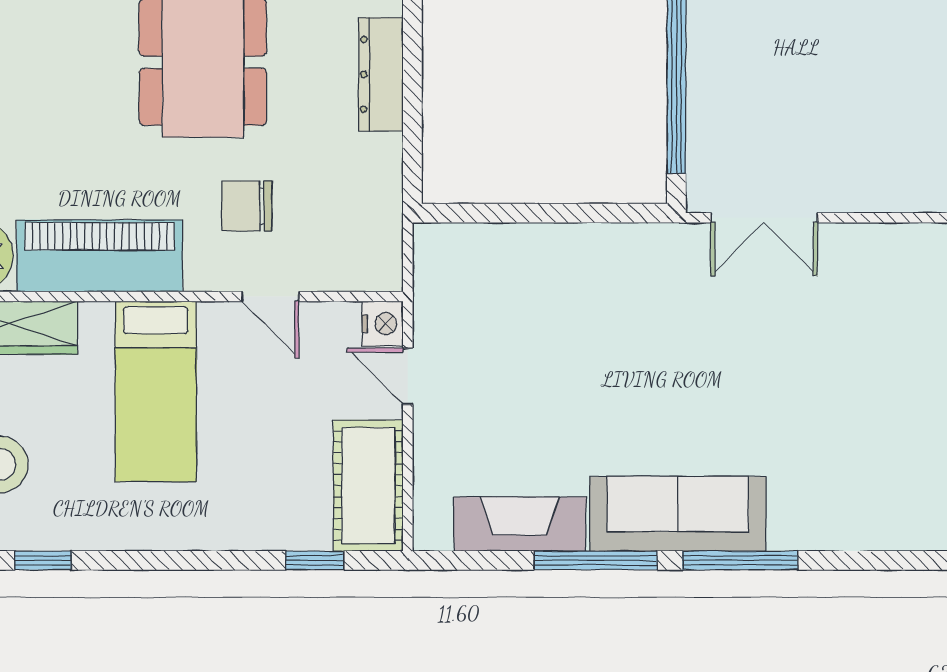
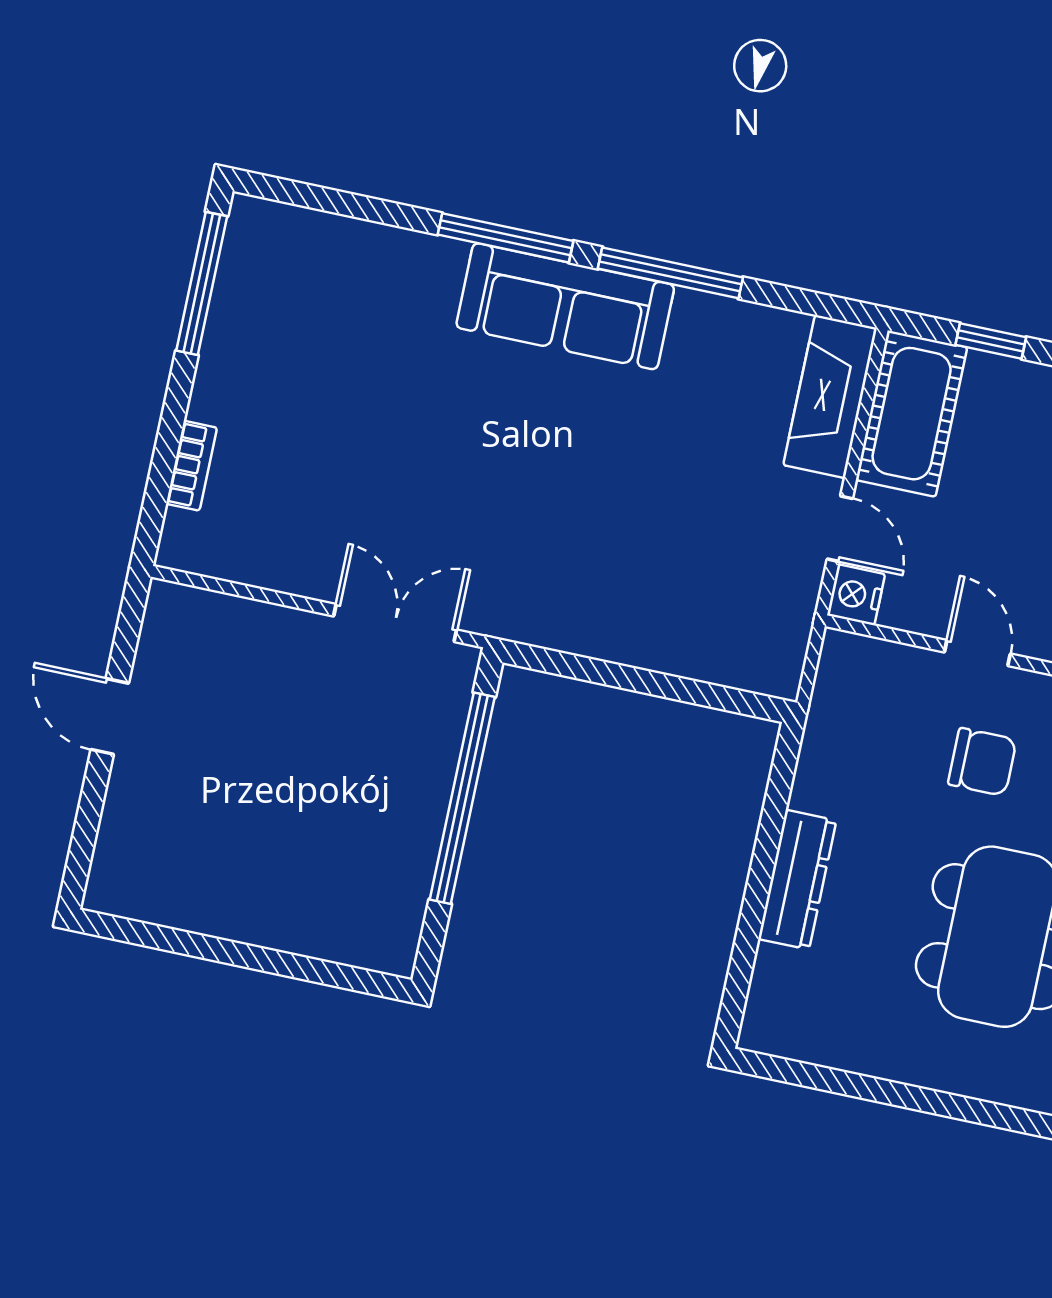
fireplace: (520, 524) -> (830, 397), moved, turned 90

